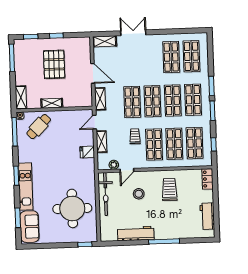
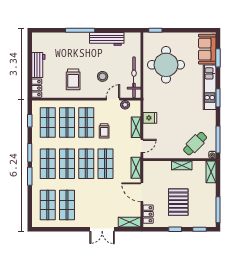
locker: (85, 50) -> (148, 214), added
workbench: (207, 216) -> (38, 65), moved

